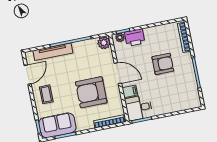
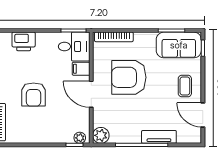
printer: (135, 38) -> (24, 41), moved, turned 180
tv unit: (53, 52) -> (159, 137), width x0.71
armchair: (163, 64) -> (34, 95), turned -90
door: (28, 75) -> (203, 115), hinge flipped
armchair: (91, 92) -> (129, 77), turned 180

